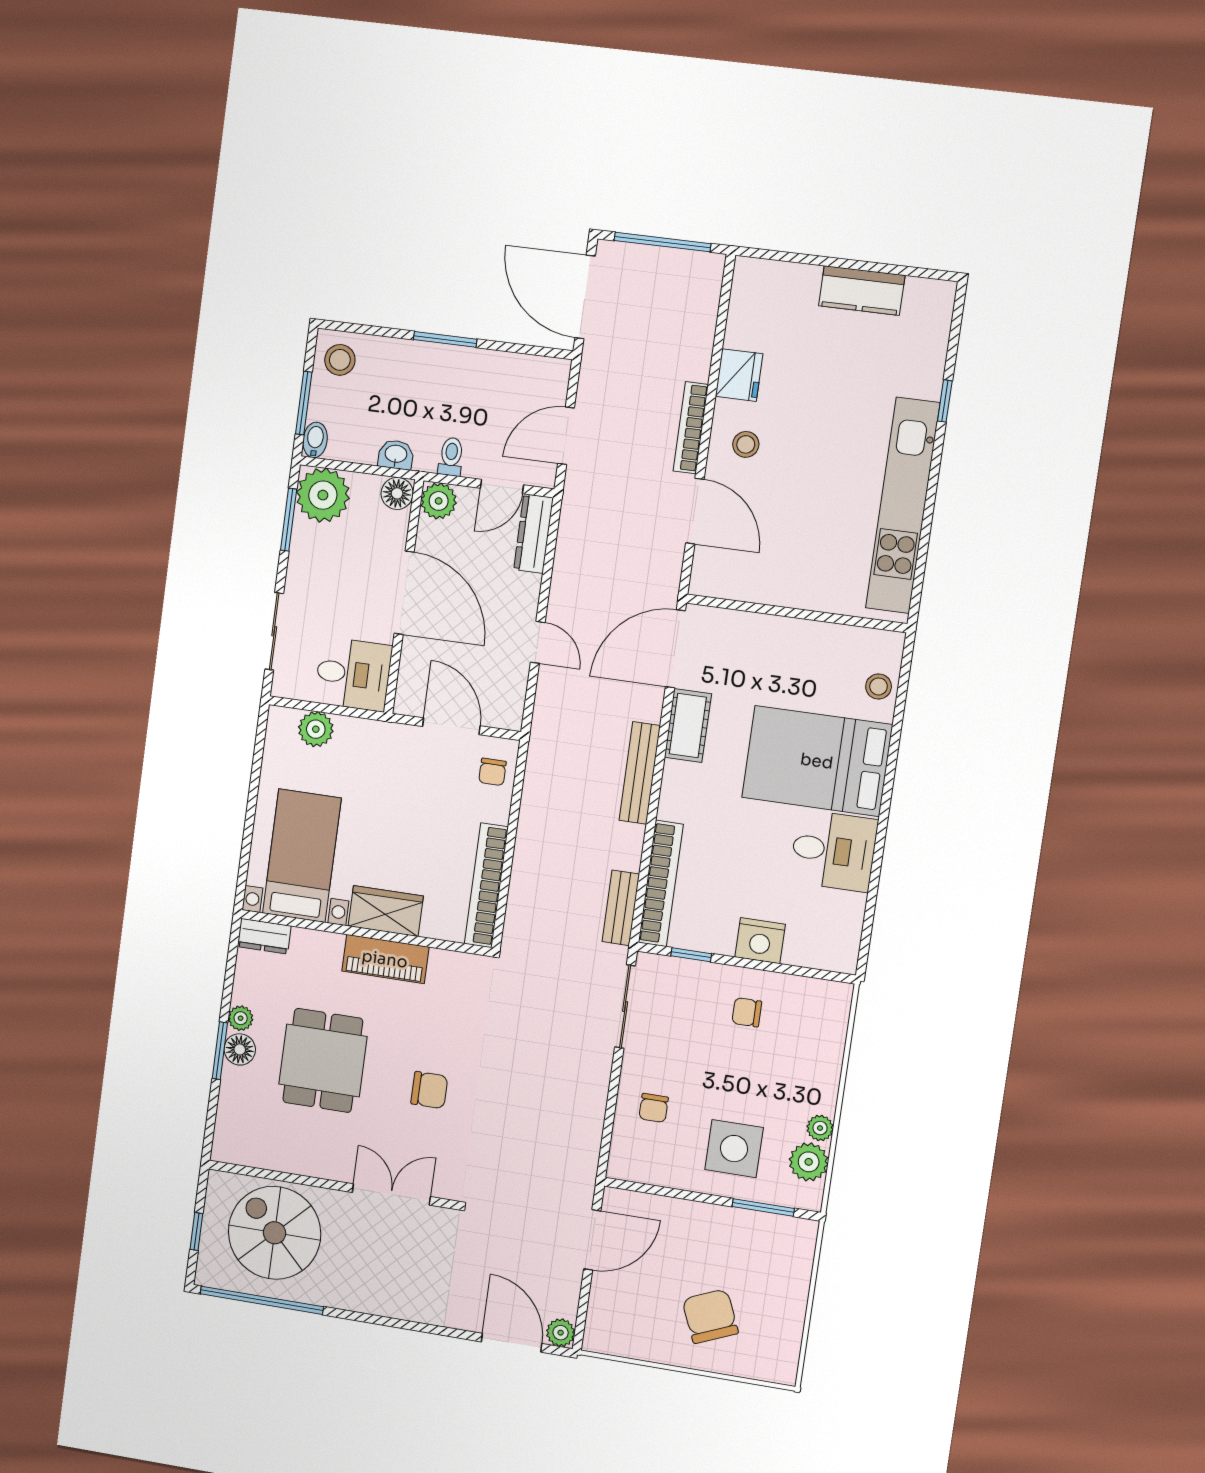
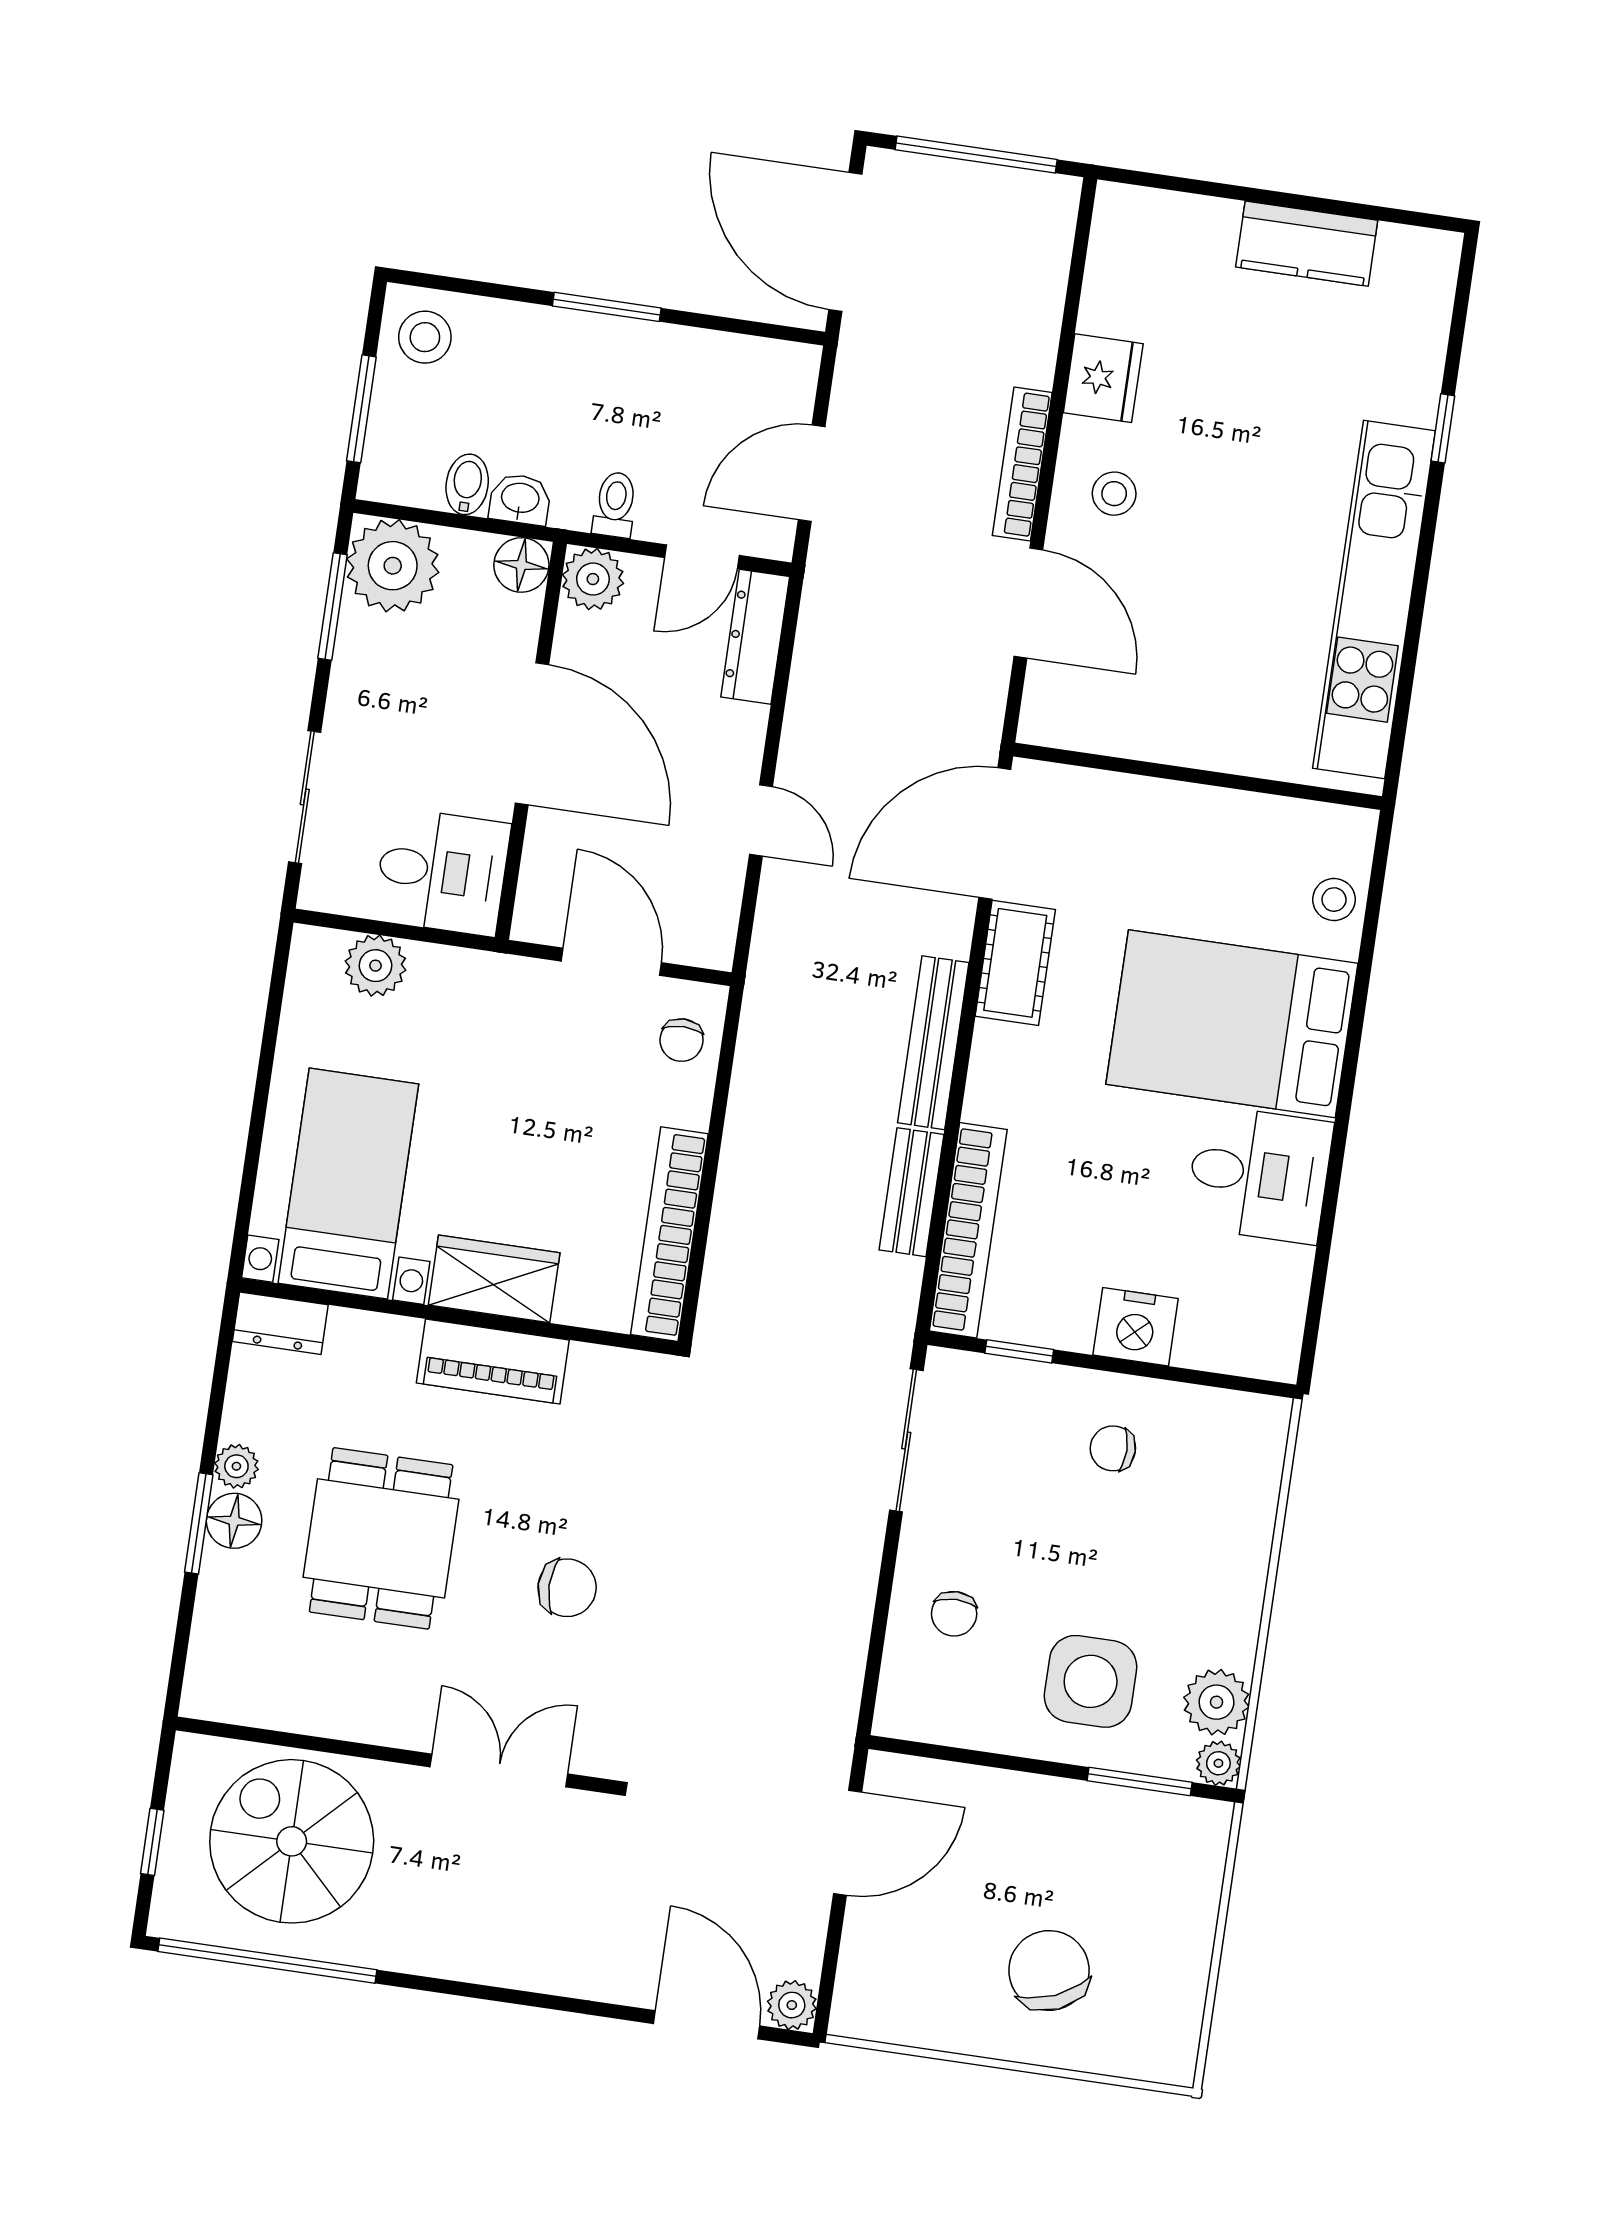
bidet: (315, 440) -> (467, 484), moved
bench: (621, 908) -> (912, 1192), moved
plant: (820, 1128) -> (1218, 1763), moved

